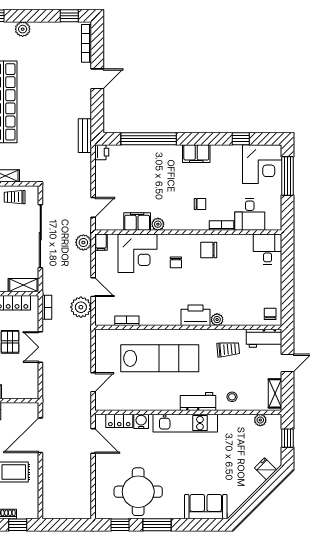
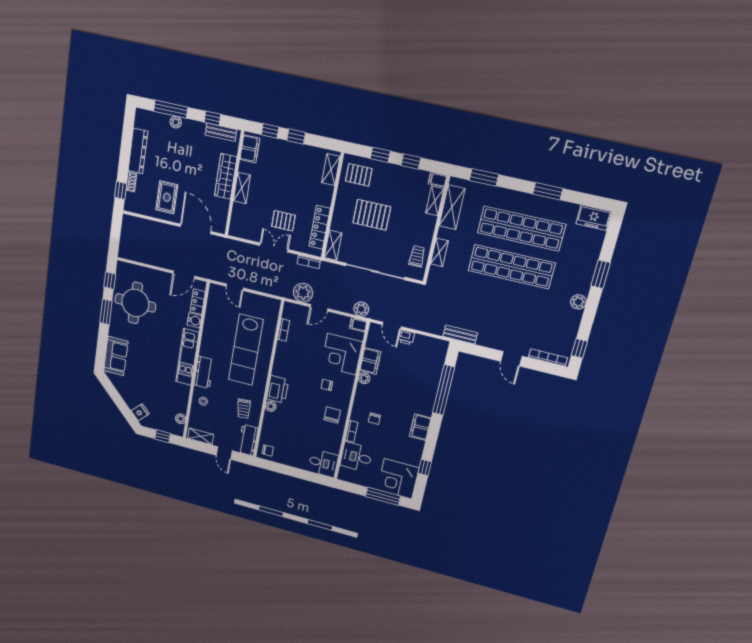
printer: (102, 152) -> (406, 337), moved

